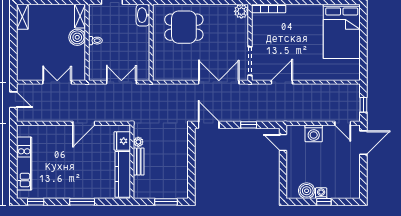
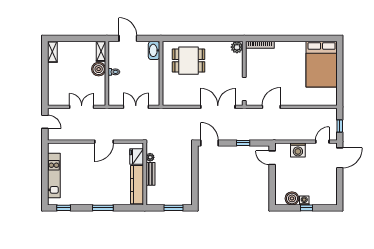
door: (343, 123) -> (322, 142), swing flipped

